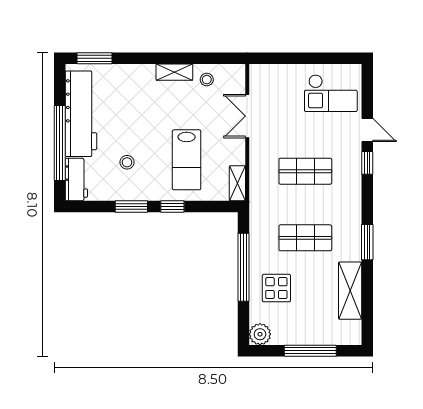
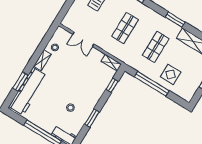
window: (94, 58) -> (20, 82), moved
workbench: (81, 114) -> (28, 91), moved, turned 90
lab bench: (187, 160) -> (86, 79), removed
window: (172, 206) -> (112, 85), moved
plant: (260, 334) -> (187, 95), removed

